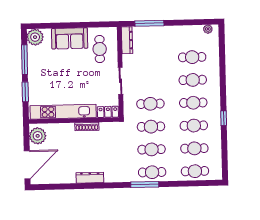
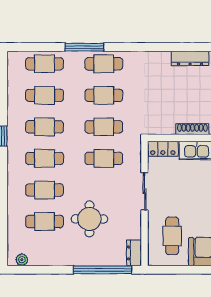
window: (149, 23) -> (102, 270), width x1.46
dresser: (127, 40) -> (134, 253), width x0.70
round table: (160, 60) -> (89, 219), added
window: (145, 184) -> (84, 47), moved

